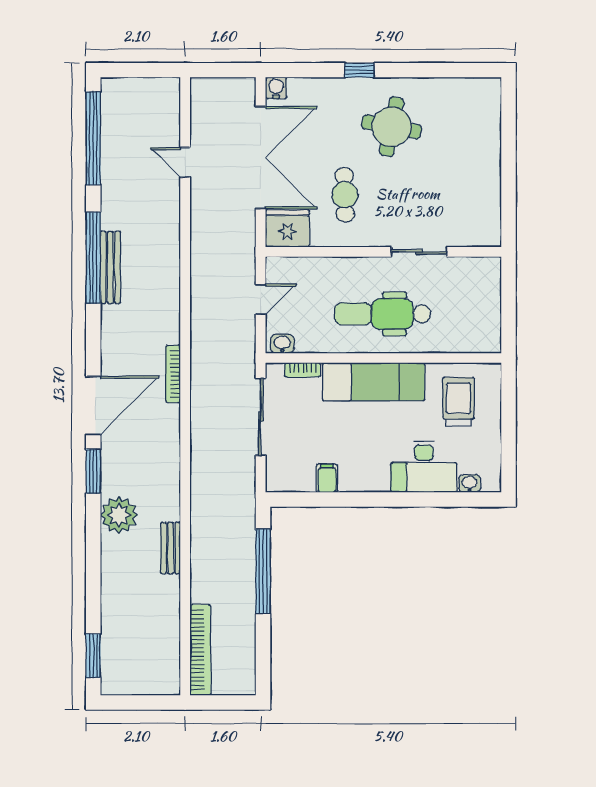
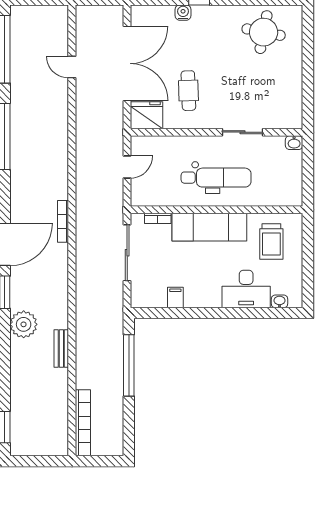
water cooler: (276, 88) -> (183, 13), moved
round table: (392, 127) -> (264, 32), moved
bench: (110, 267) -> (17, 144), removed
dental chair: (383, 314) -> (216, 178), turned 180
washbasin: (282, 344) -> (294, 143), moved, turned 180
trolley: (458, 402) -> (271, 242), turned 180

